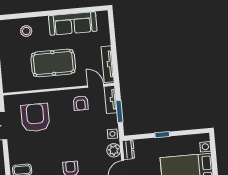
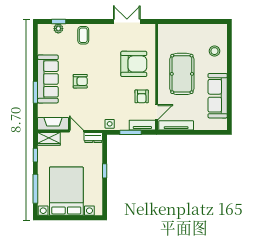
armchair: (81, 103) -> (142, 96), turned -90
armchair: (35, 118) -> (134, 64), moved
plant: (114, 150) -> (94, 124), removed

